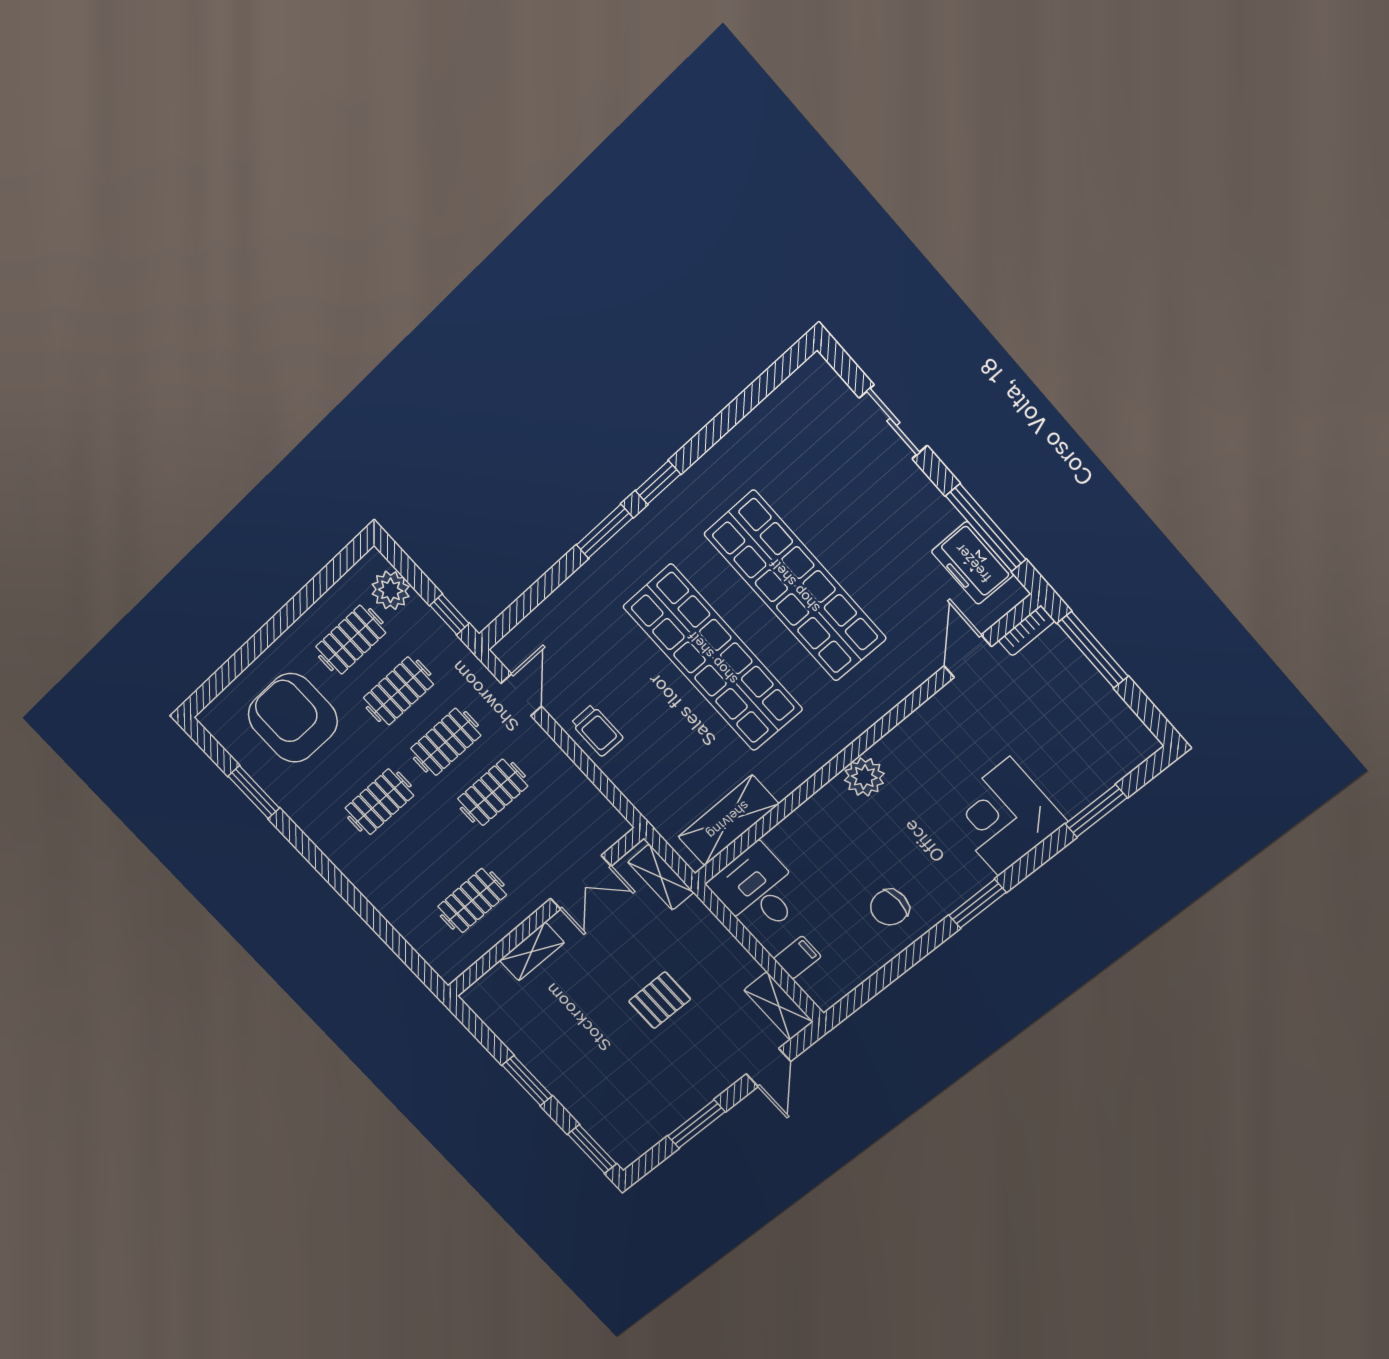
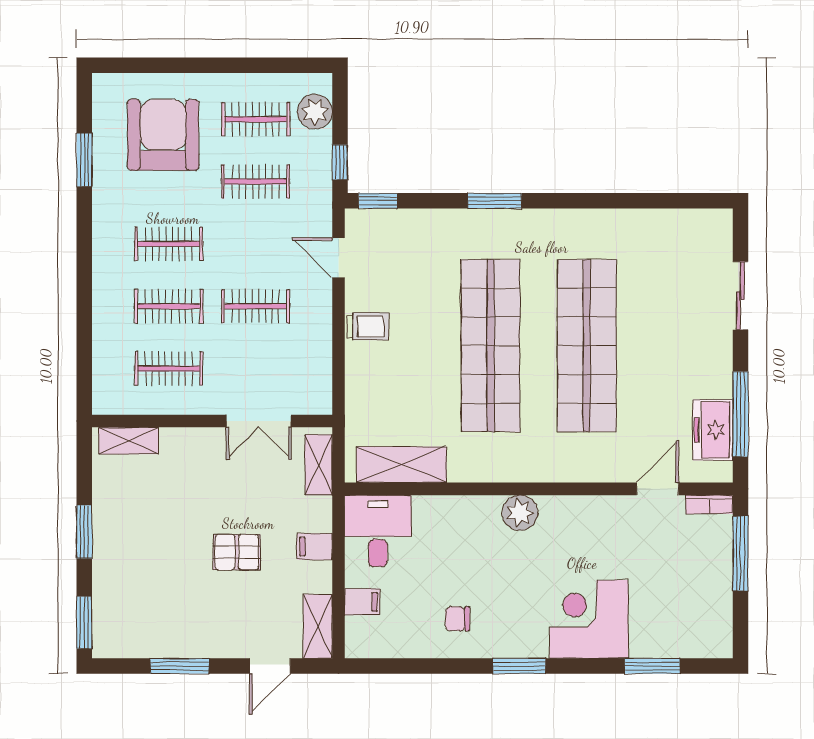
window: (658, 482) -> (378, 201), moved
door: (521, 695) -> (338, 258), swing flipped
trolley: (597, 730) -> (368, 326), turned -90
clothes rail: (446, 742) -> (169, 306), moved
chair: (890, 907) -> (458, 619), width x0.73, depth x0.73
filing cabinet: (718, 945) -> (315, 547), added
shelving: (532, 951) -> (129, 441), moved

